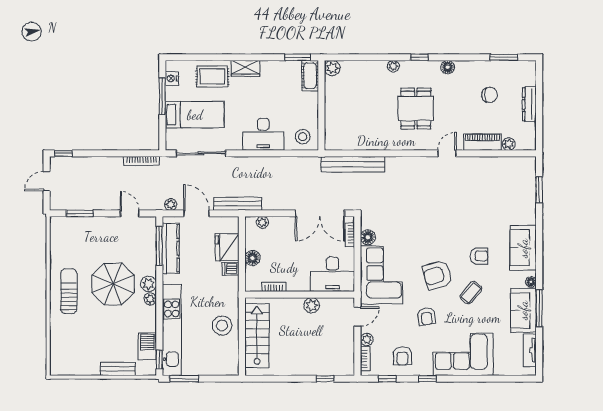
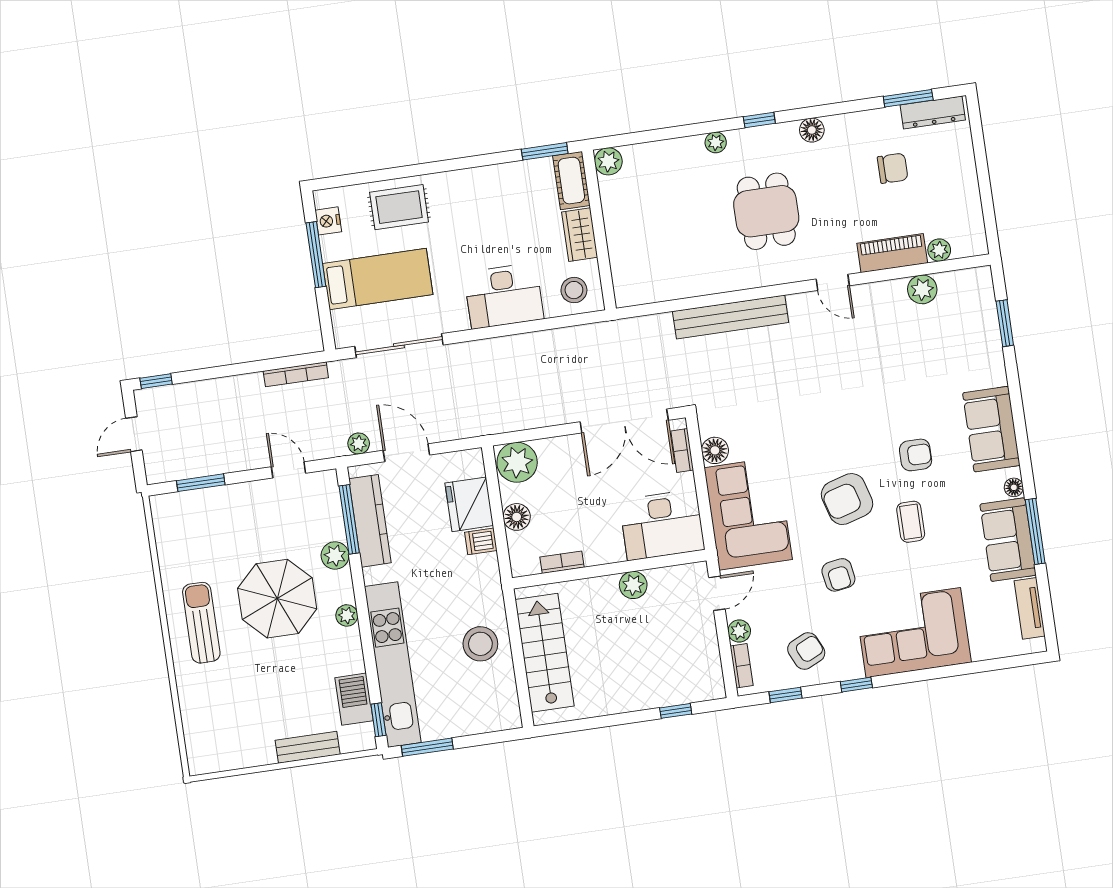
wardrobe: (246, 68) -> (580, 235), moved, turned 90
dresser: (529, 104) -> (933, 112), moved, turned -90
door: (447, 153) -> (833, 282), swing flipped
bench: (353, 164) -> (731, 317), moved
plant: (496, 165) -> (922, 289), added
bench: (238, 204) -> (477, 425), removed
plant: (262, 222) -> (517, 462), width x1.87, depth x1.87
plant: (148, 284) -> (335, 555), moved
coffee table: (471, 293) -> (911, 522), turned -40
armchair: (402, 356) -> (806, 651), turned -115

